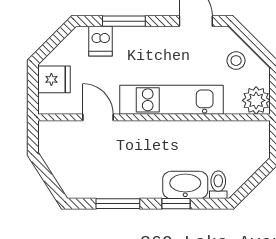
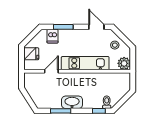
door: (98, 117) -> (51, 71), hinge flipped
washbasin: (185, 185) -> (72, 102), moved
window: (176, 204) -> (99, 111), moved

